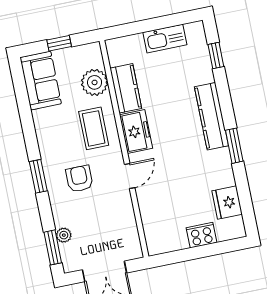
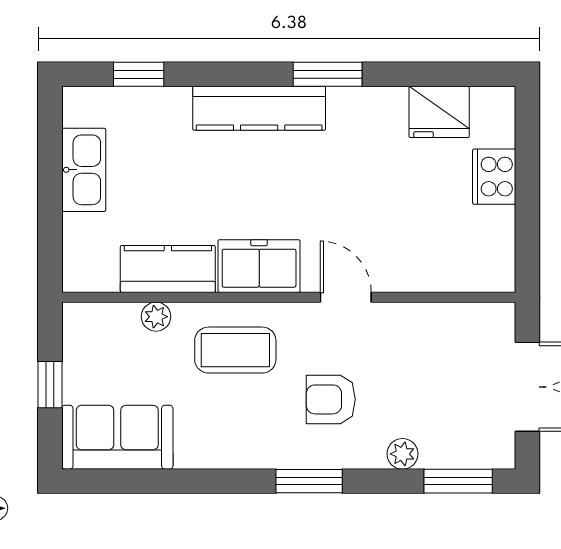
plant: (95, 82) -> (156, 317), width x0.53, depth x0.53
plant: (64, 235) -> (402, 454), moved

